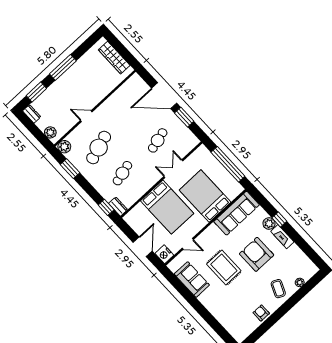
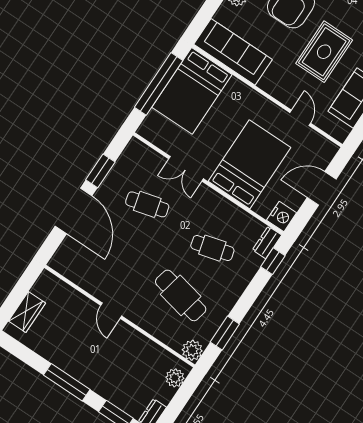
wardrobe: (114, 58) -> (27, 312), width x0.67
door: (86, 116) -> (111, 311), moved
cafe table: (99, 148) -> (181, 295), turned 30
bed: (205, 196) -> (192, 91), moved
nightstand: (164, 254) -> (282, 217), moved

